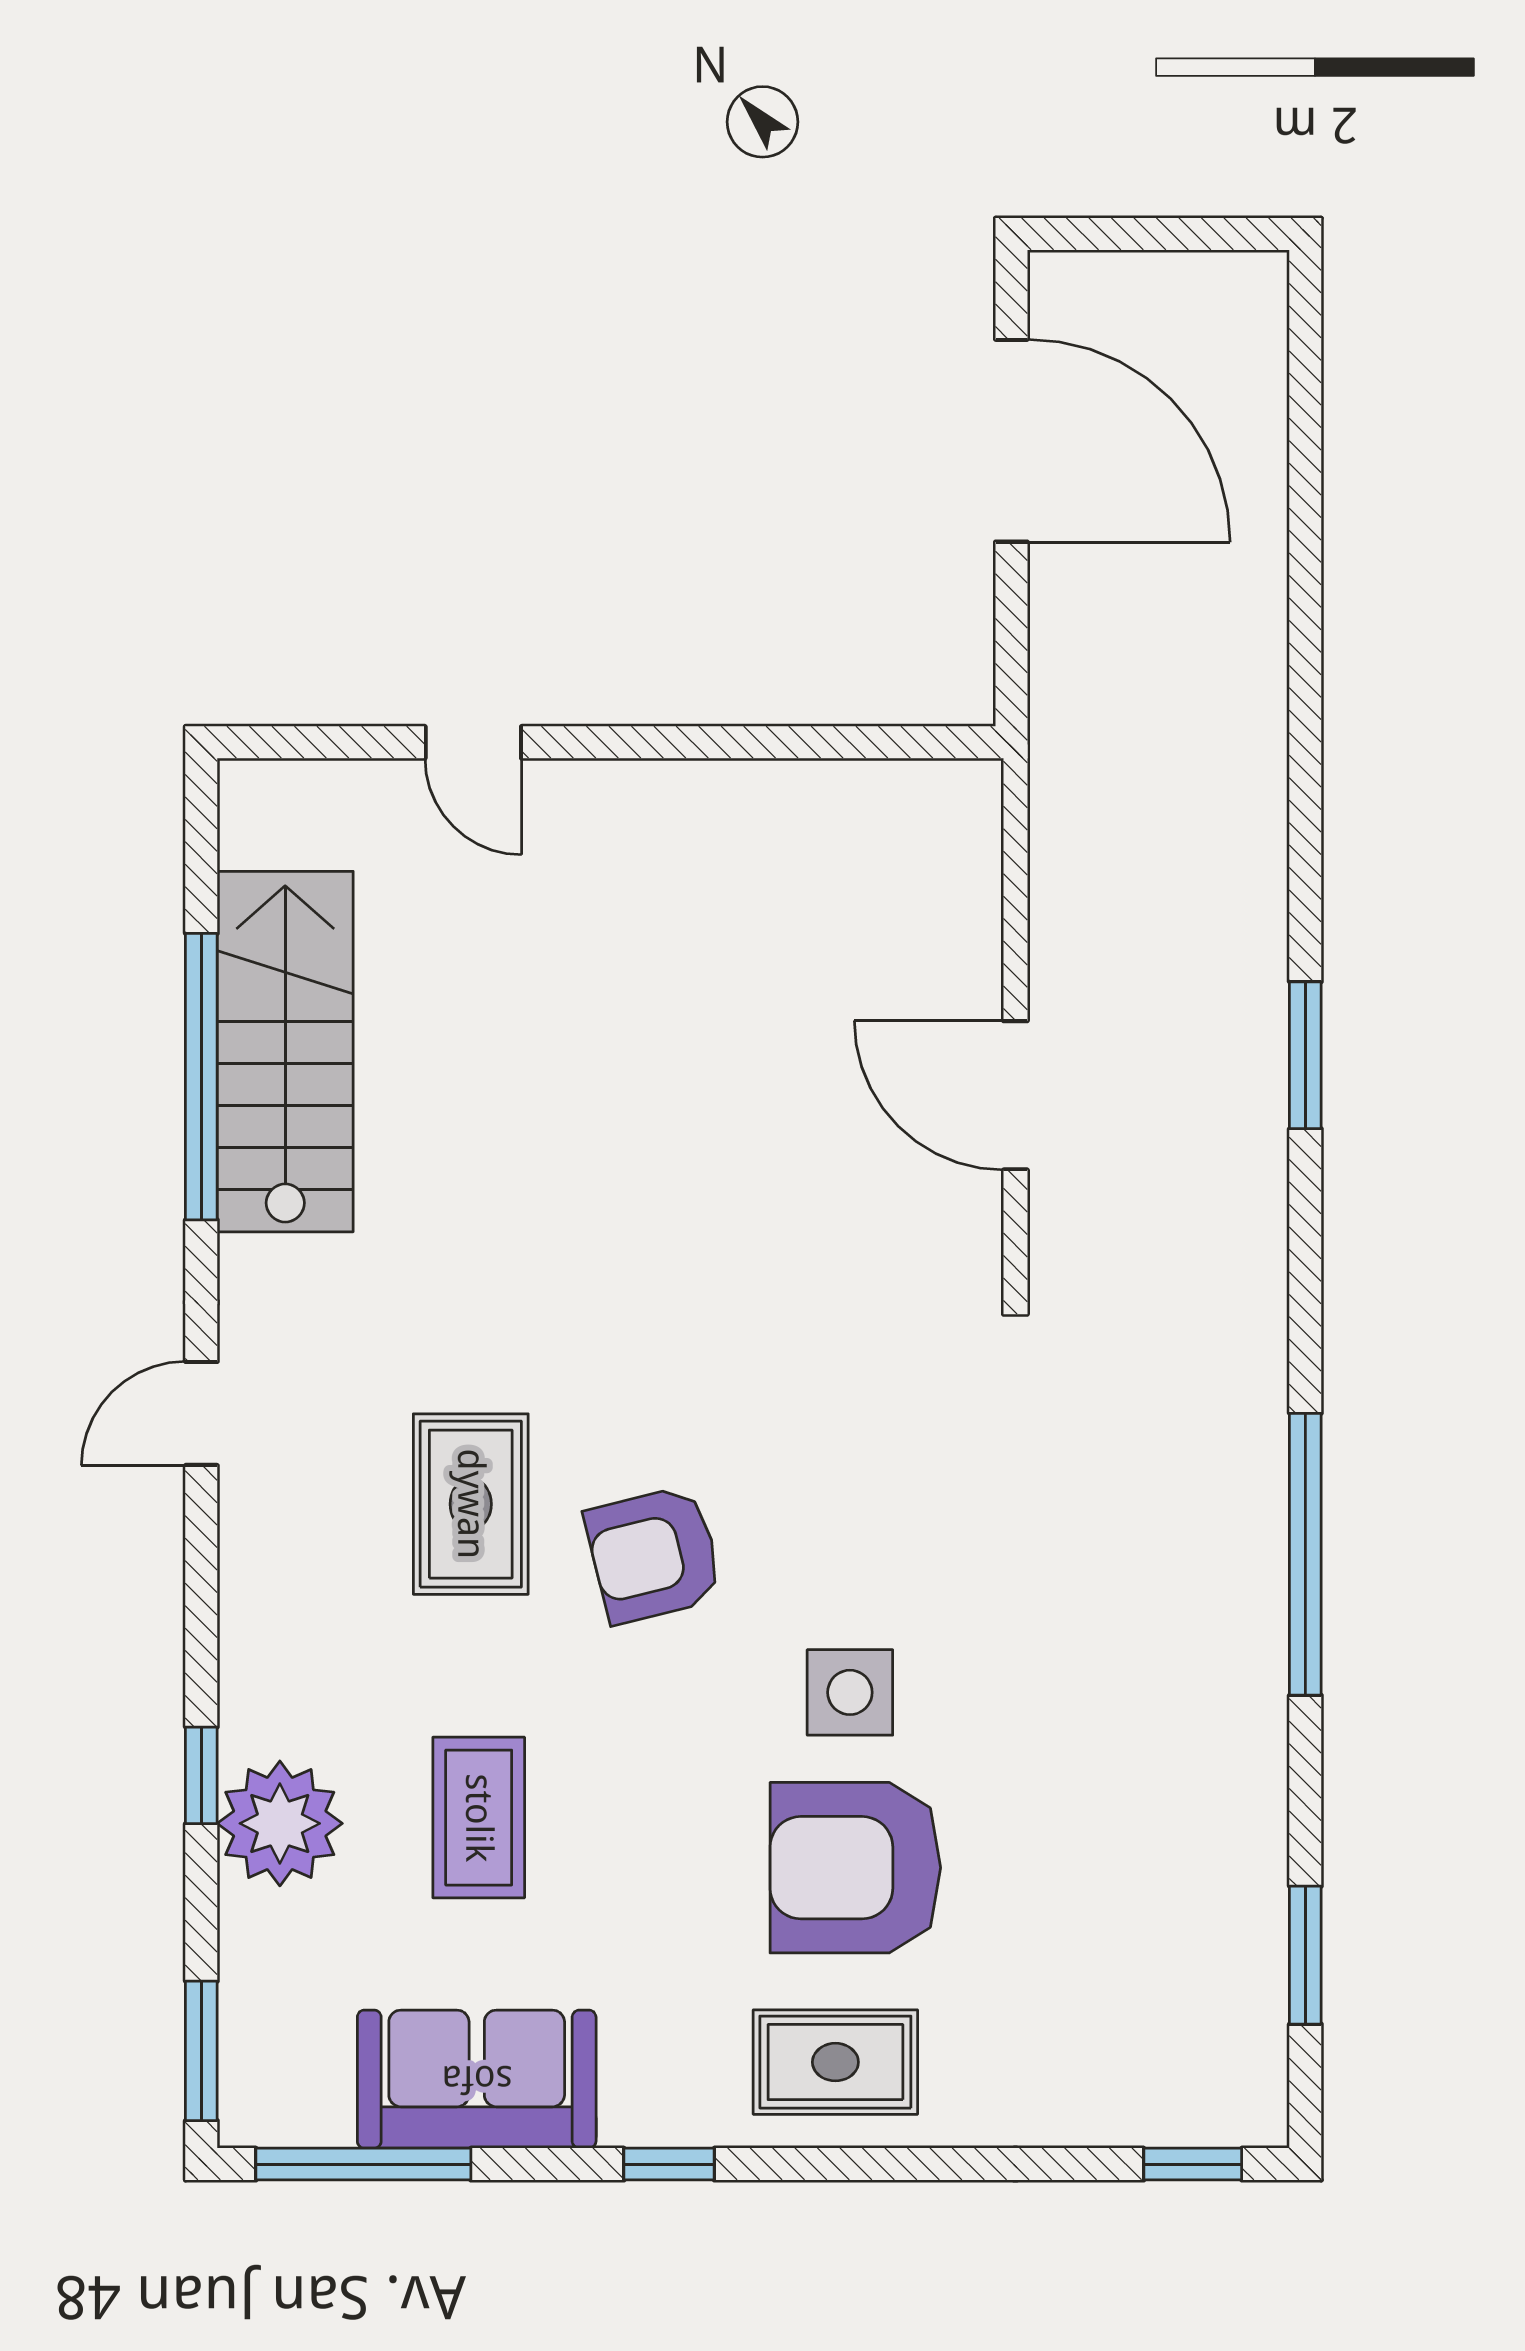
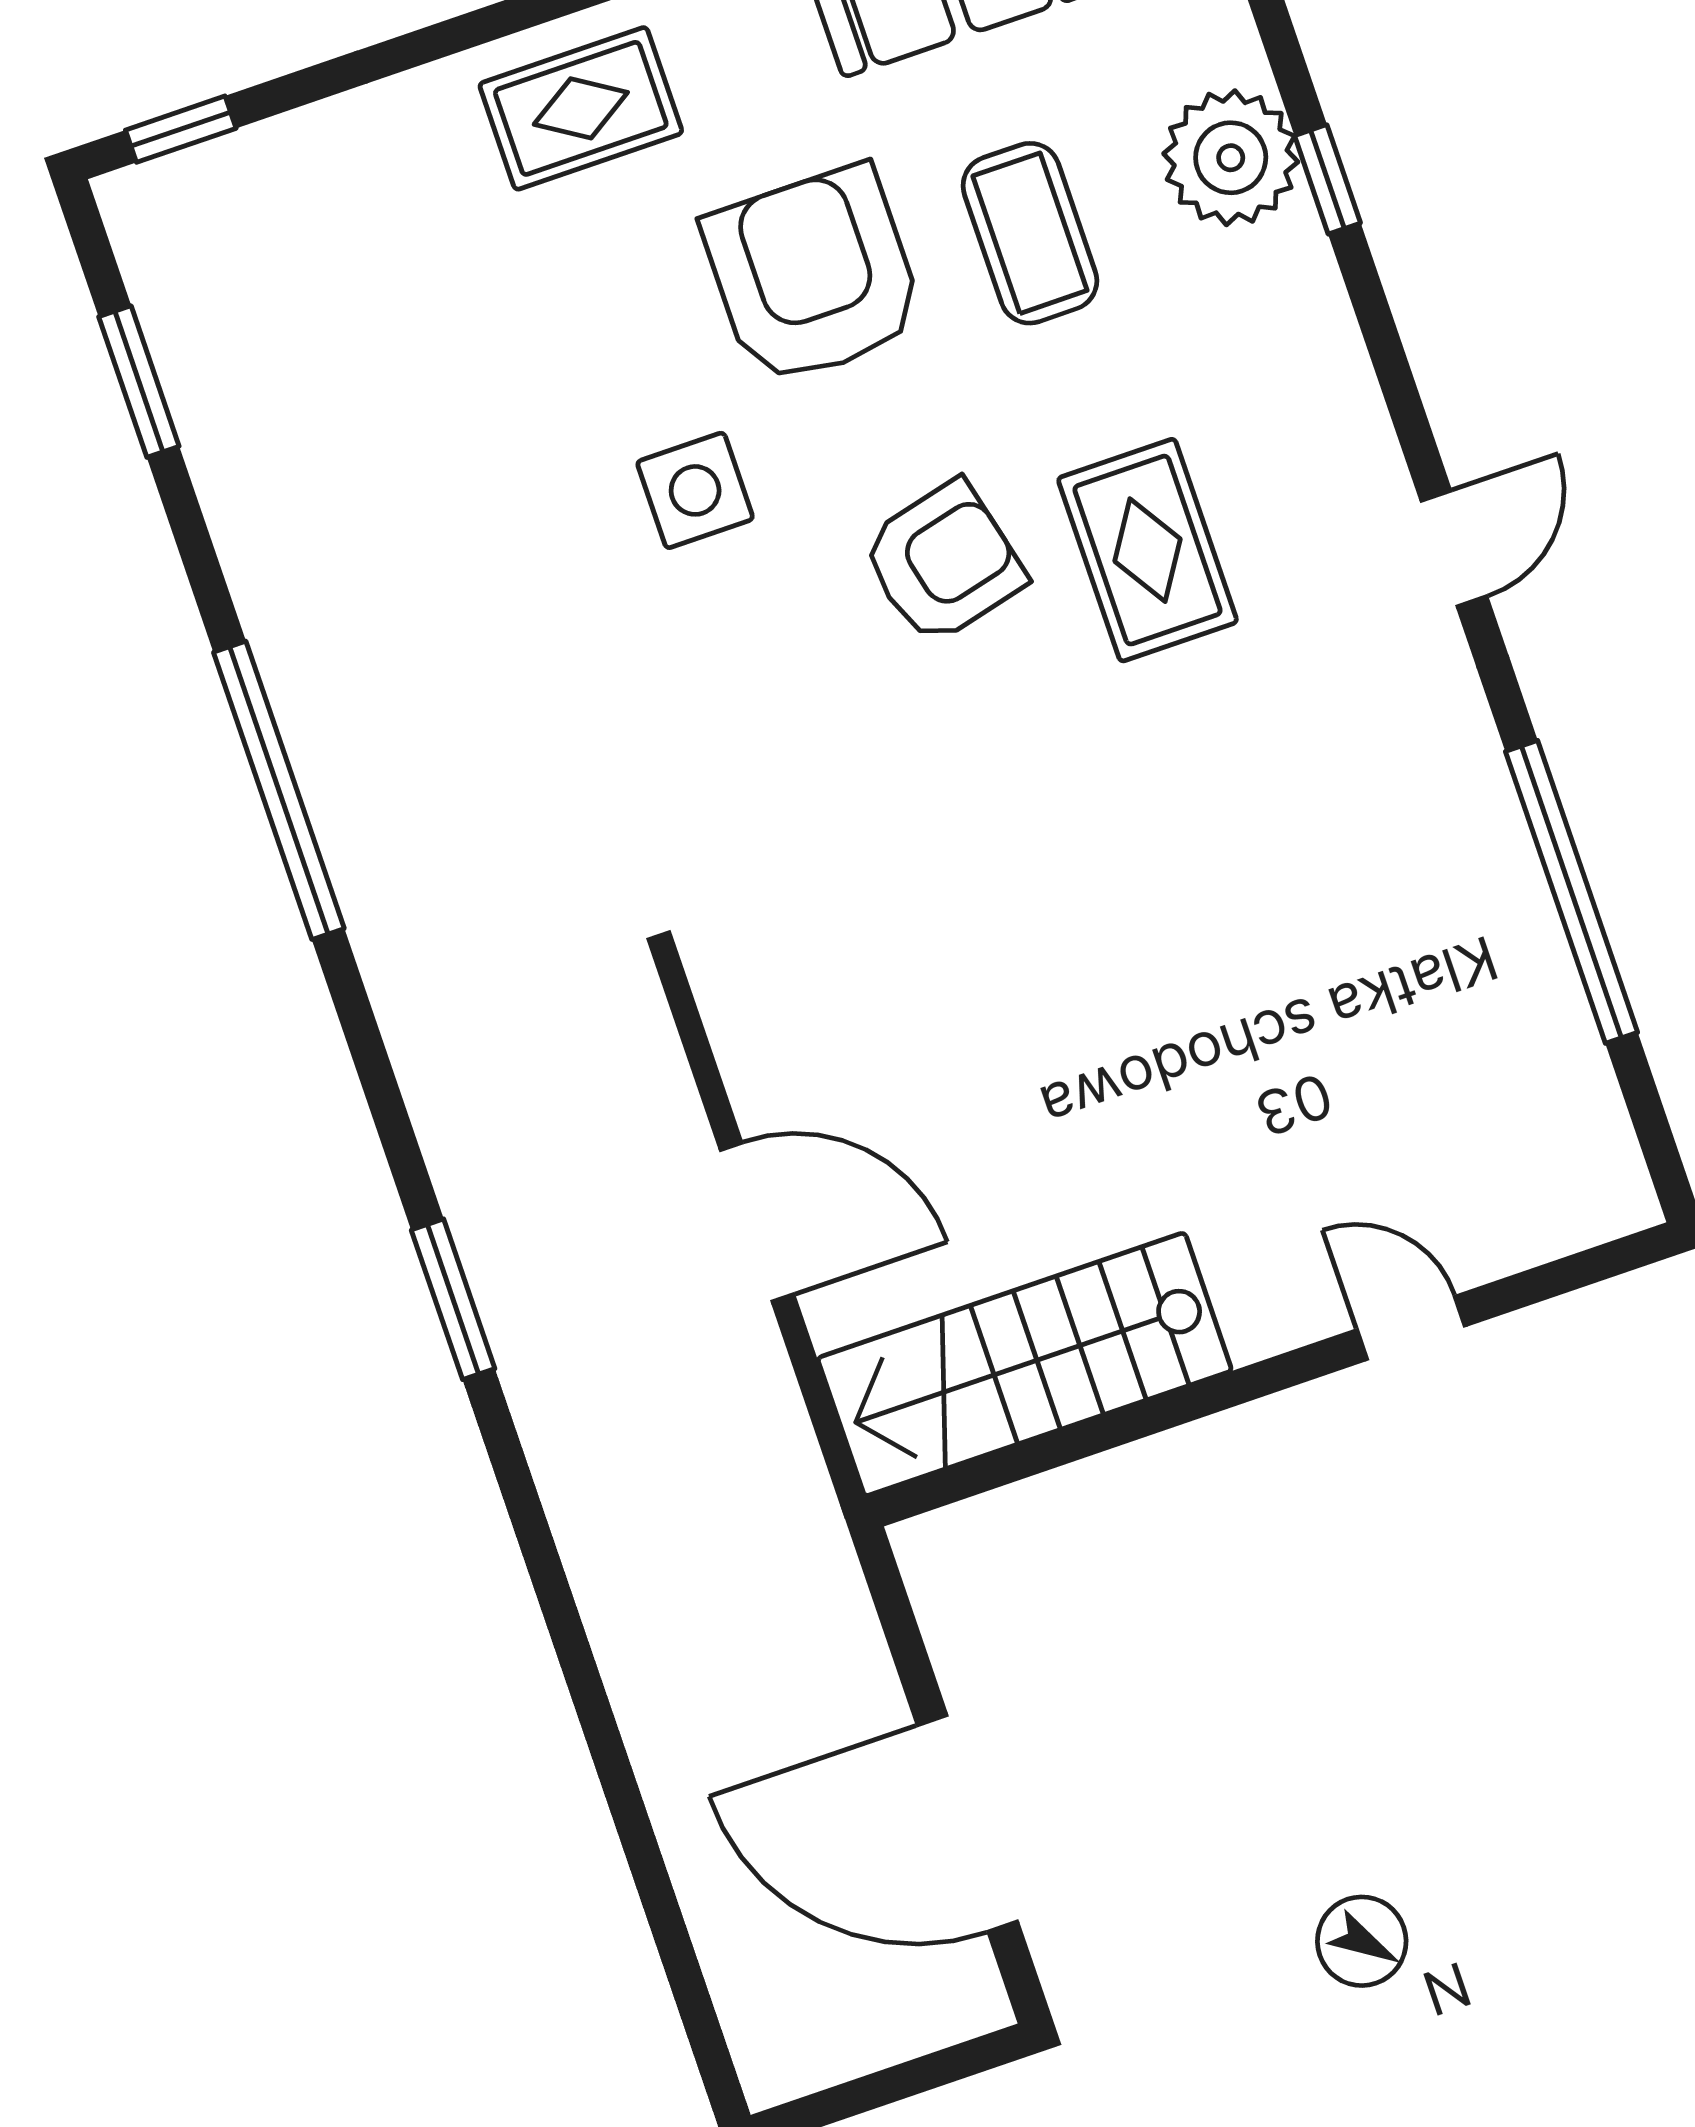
stairs: (285, 1052) -> (1025, 1364), moved, turned 90
door: (1015, 1095) -> (757, 1222), moved
armchair: (855, 1868) -> (814, 276), moved, turned -90

